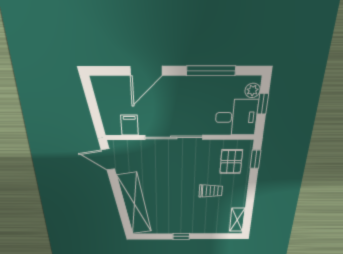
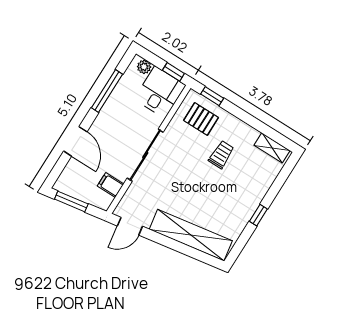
window: (92, 101) -> (71, 201), added
window: (263, 104) -> (173, 72), moved

